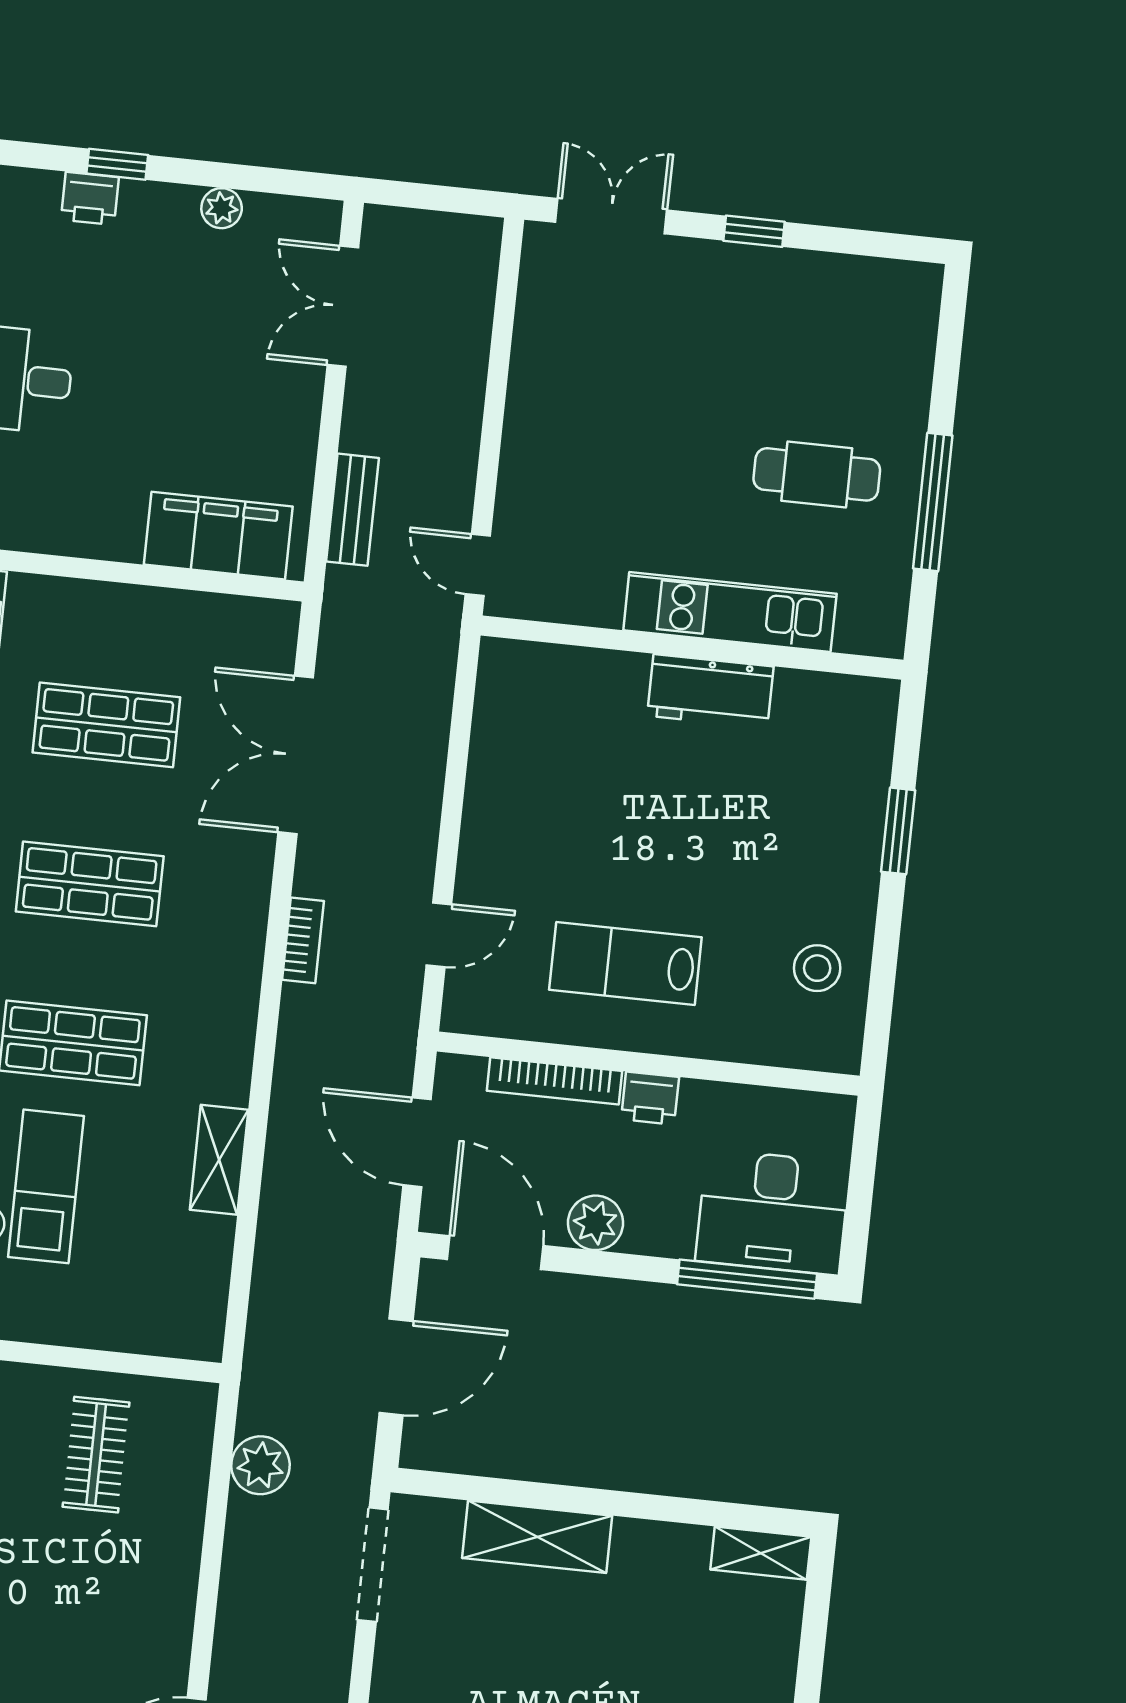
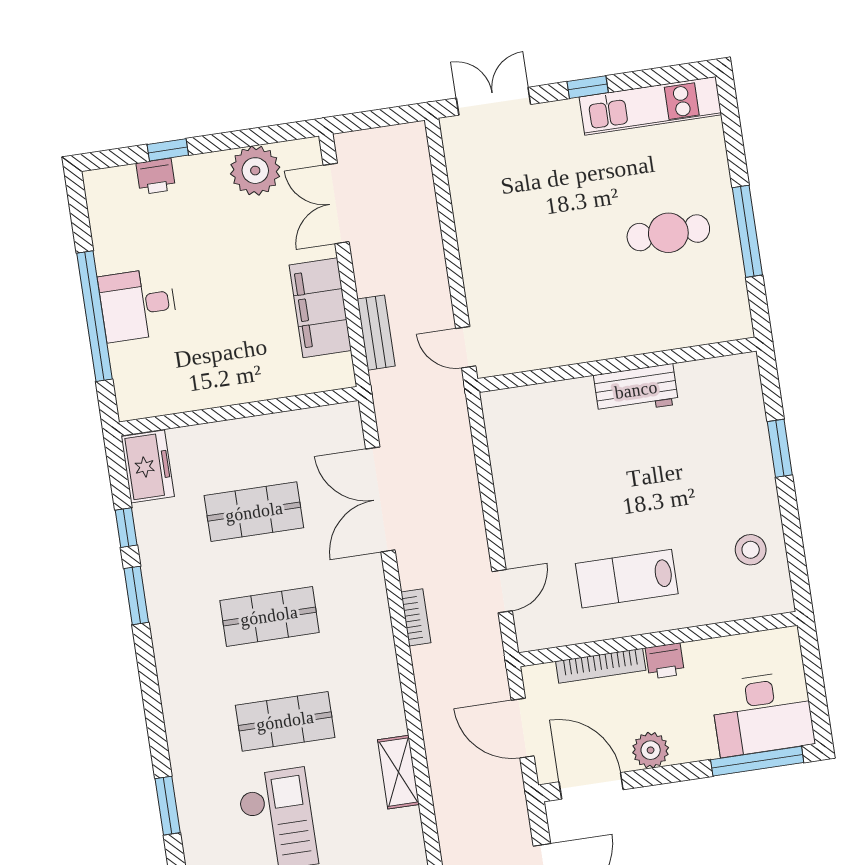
plant: (222, 208) -> (255, 171), width x1.88, depth x1.88
filing cabinet: (218, 536) -> (320, 308), moved, turned -90
kitchen unit: (730, 612) -> (650, 106), moved, turned 180

